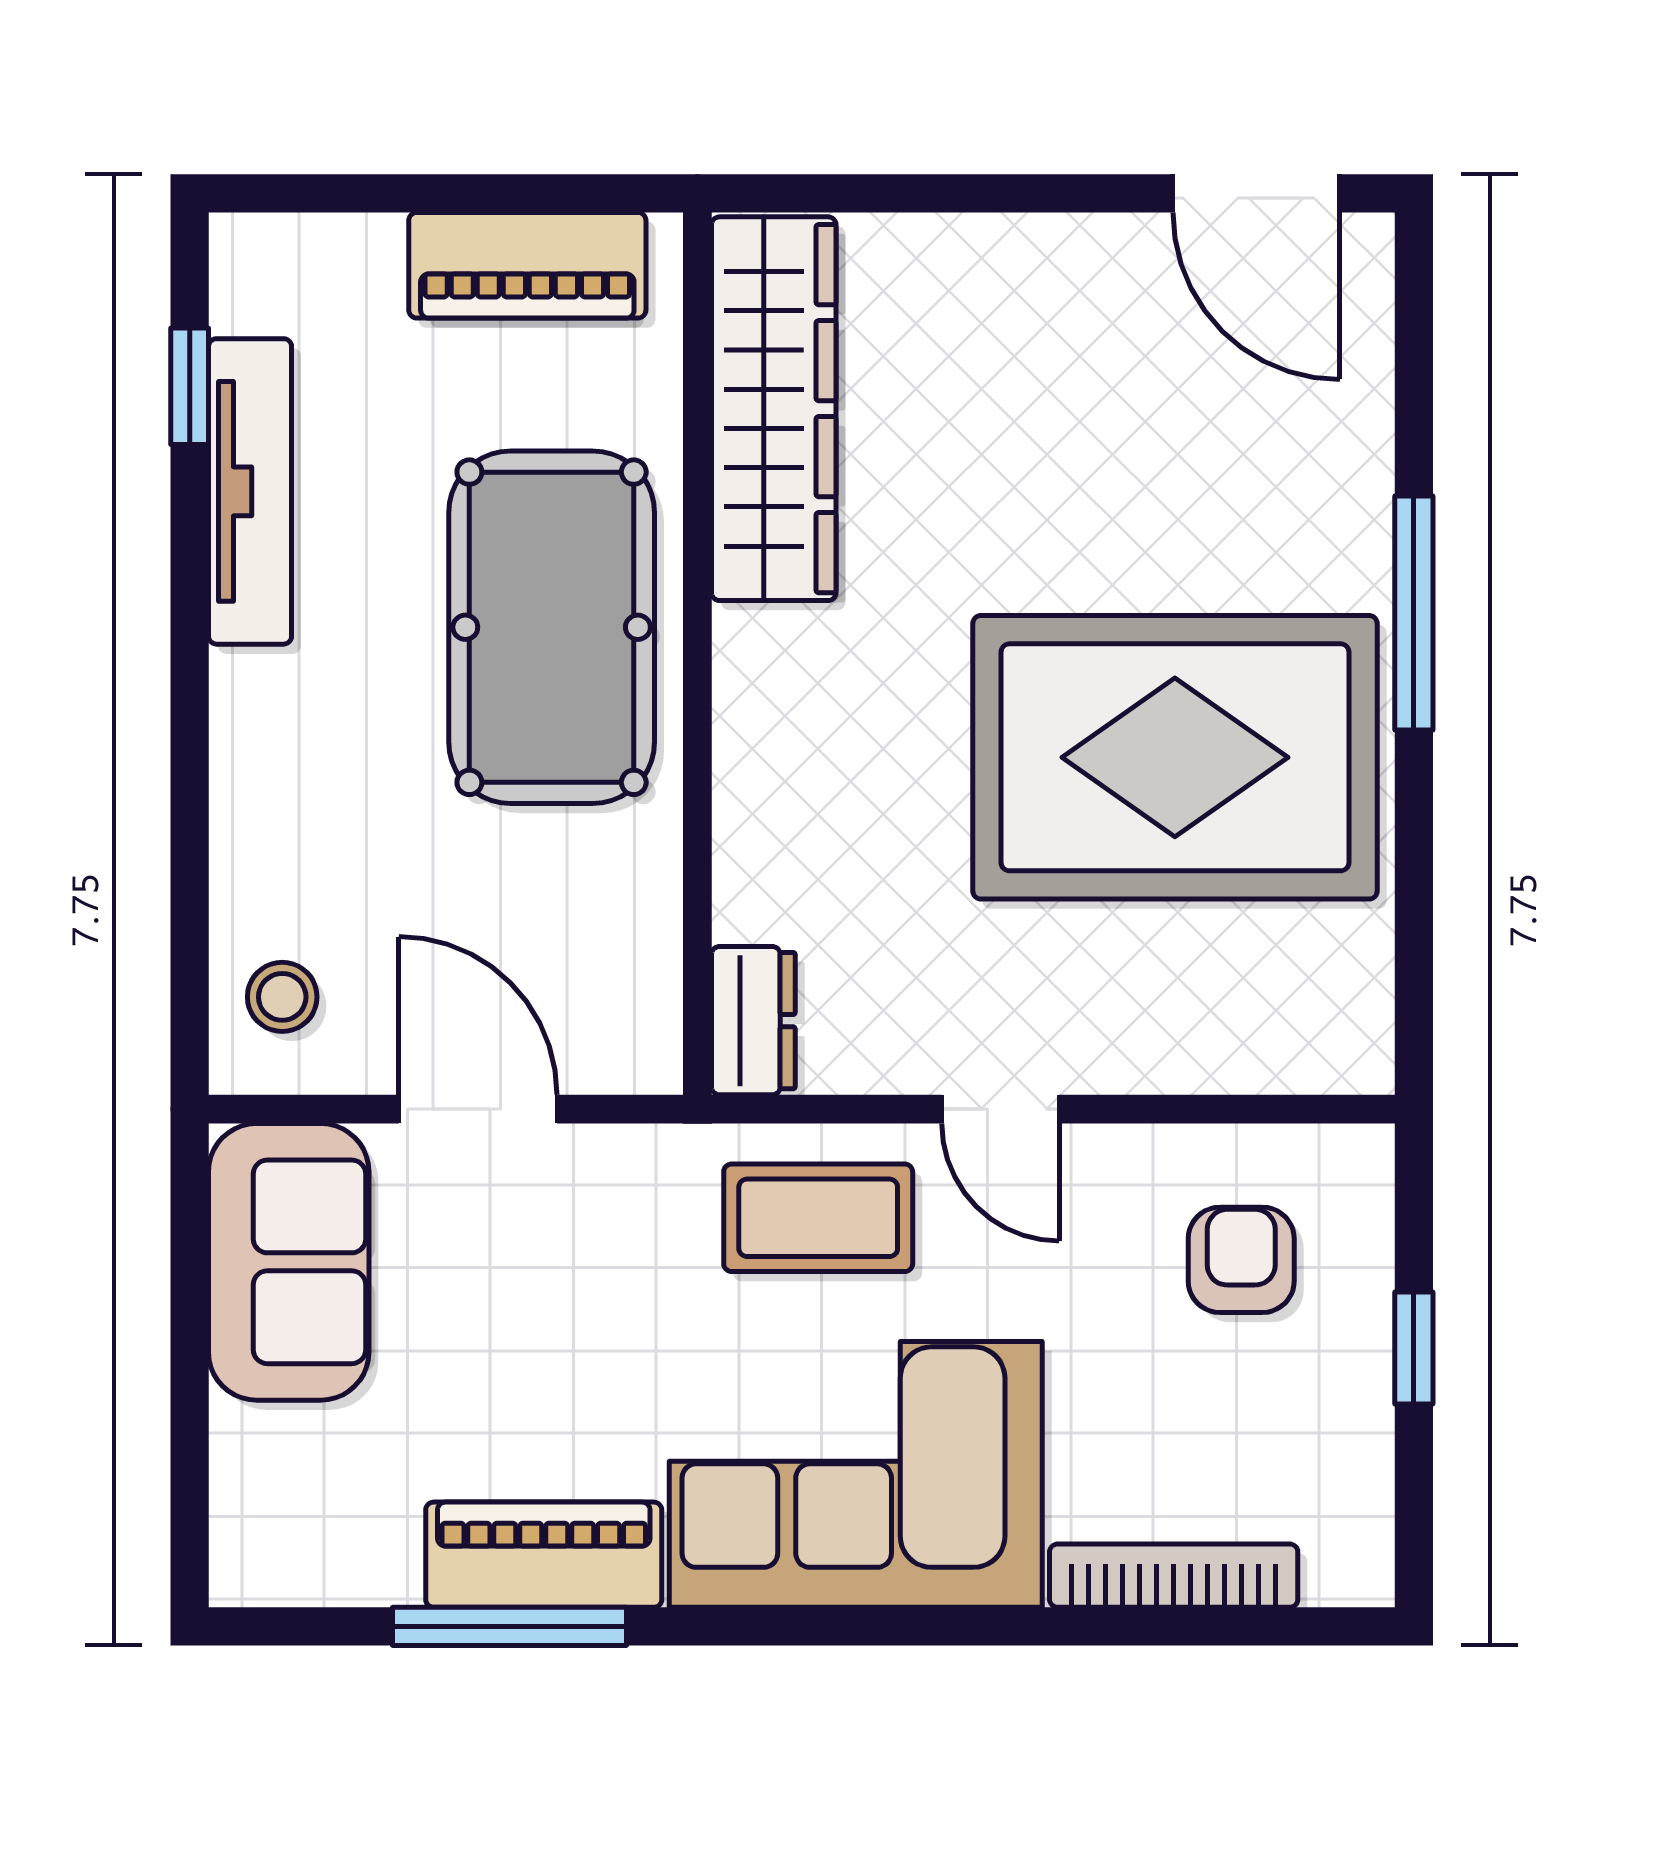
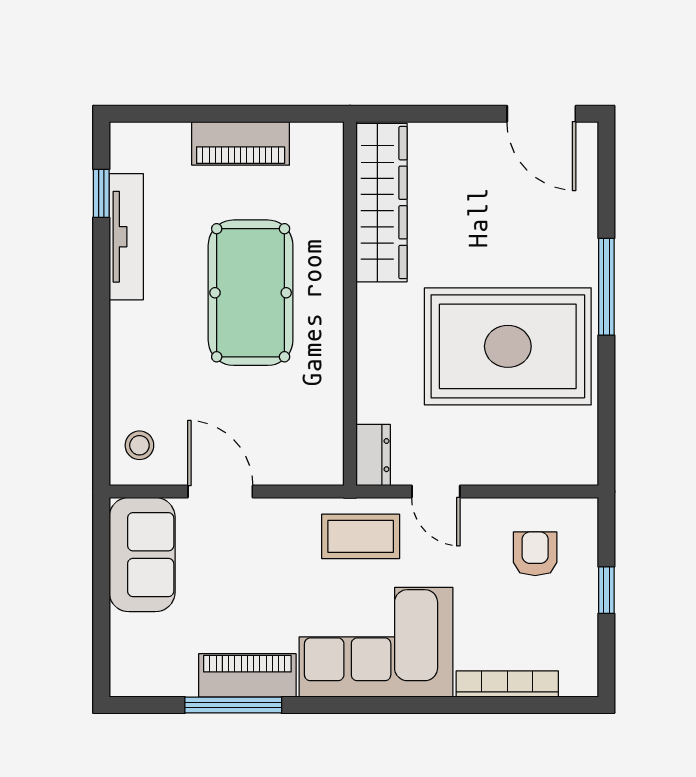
wardrobe: (774, 409) -> (381, 203), moved
wall: (697, 654) -> (350, 304), moved
dresser: (753, 1021) -> (373, 455), moved

